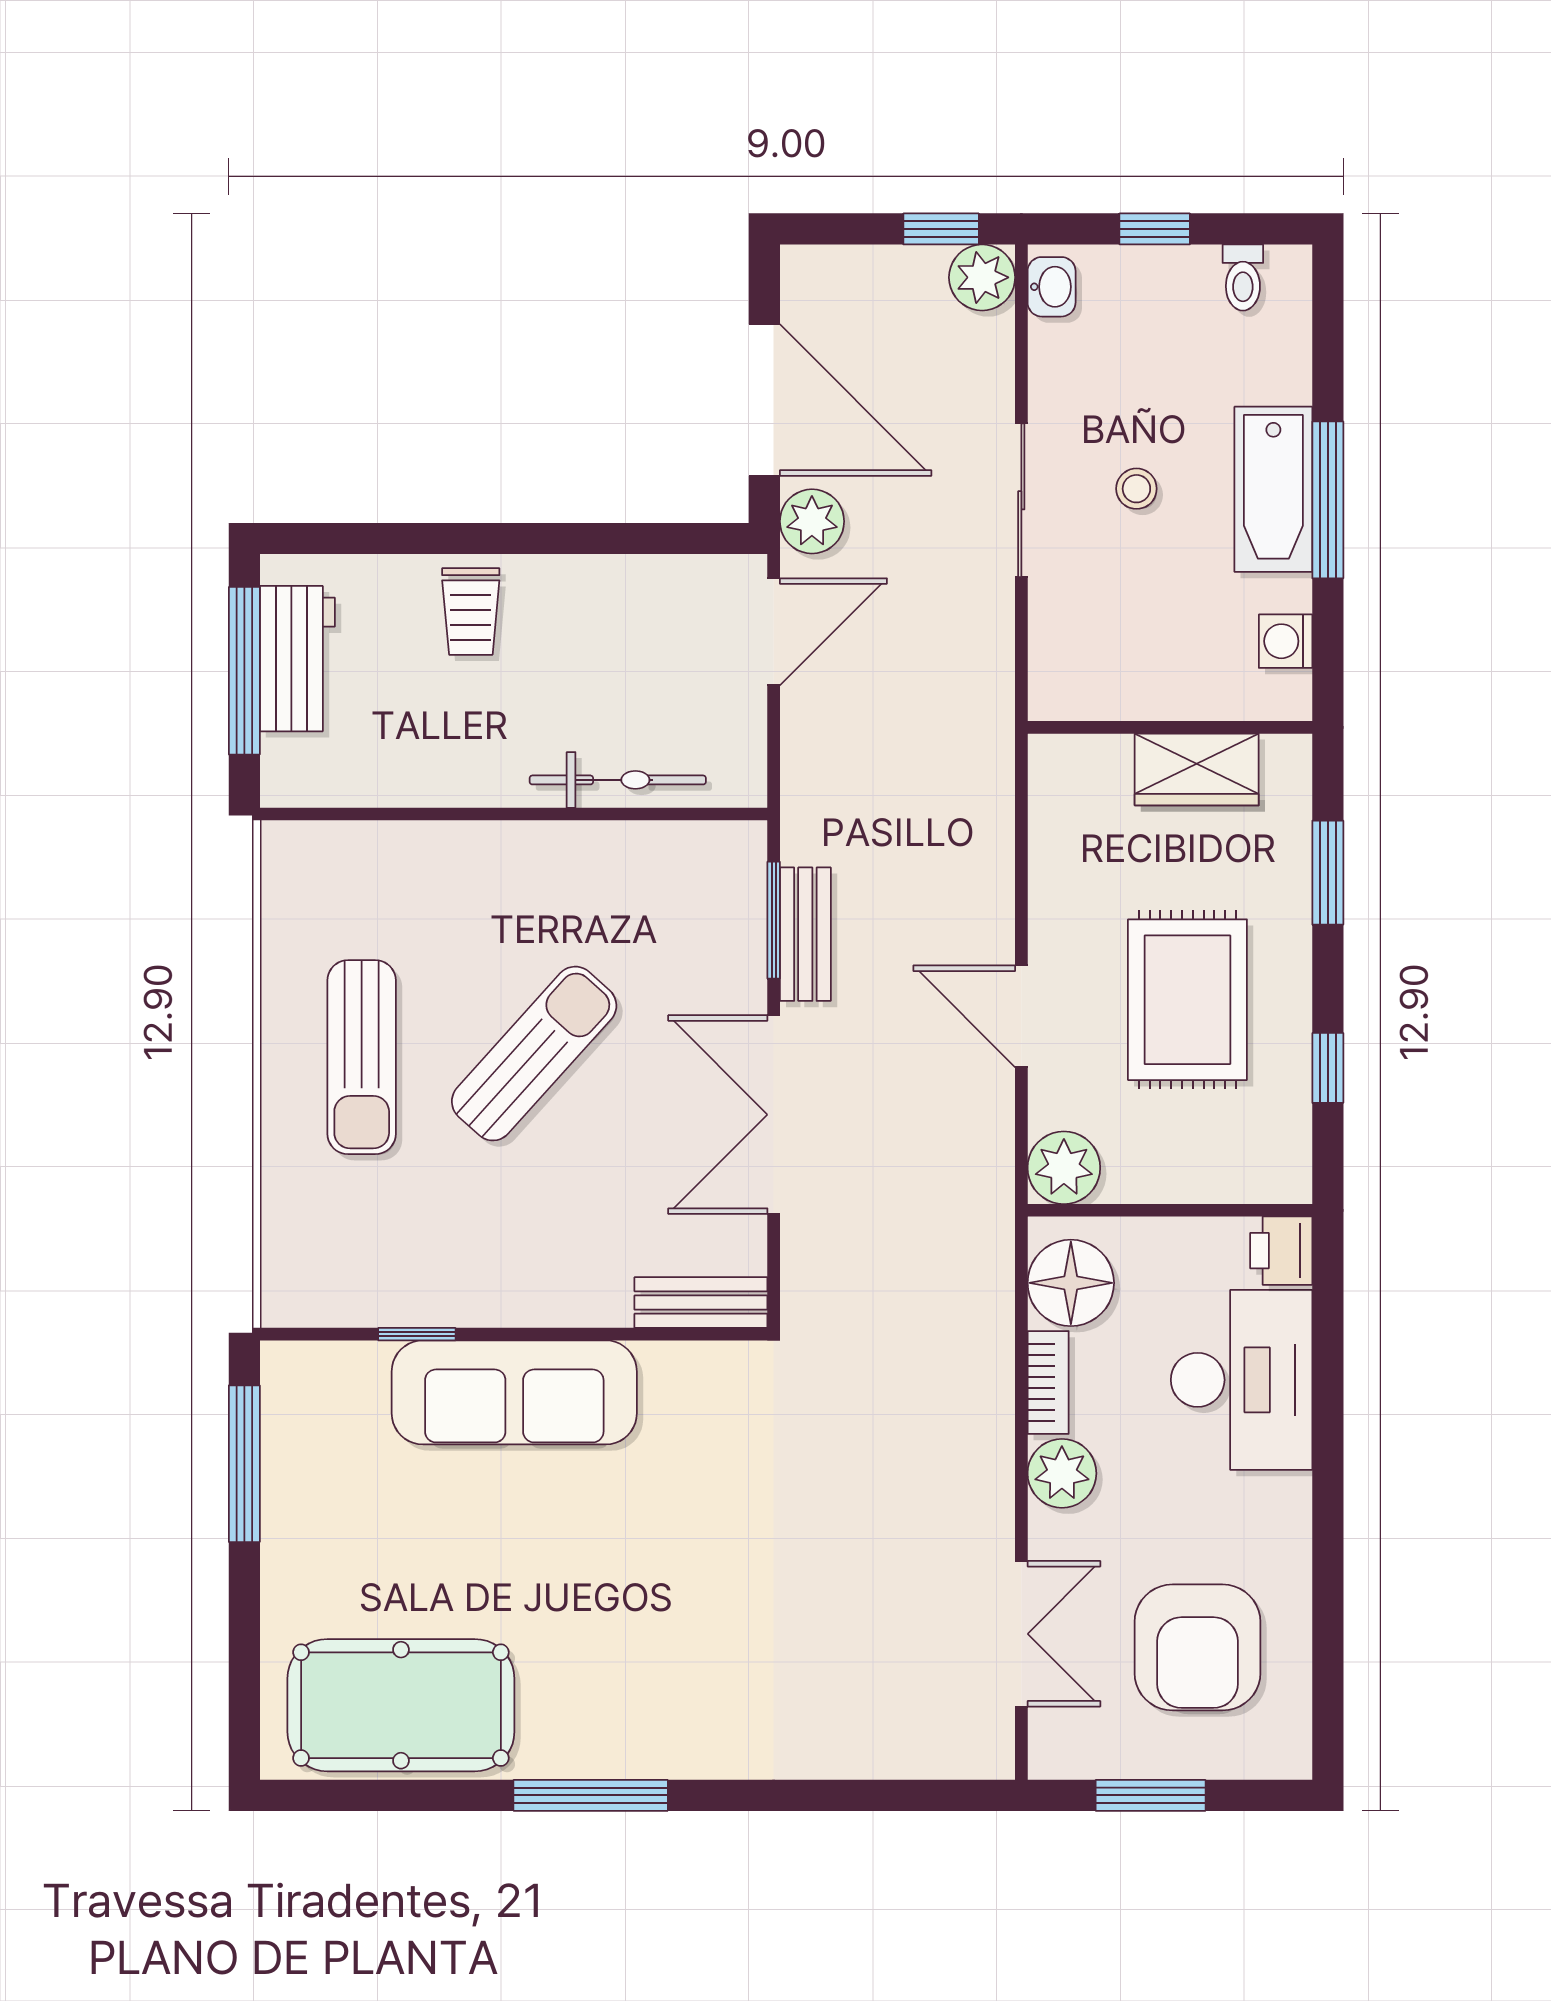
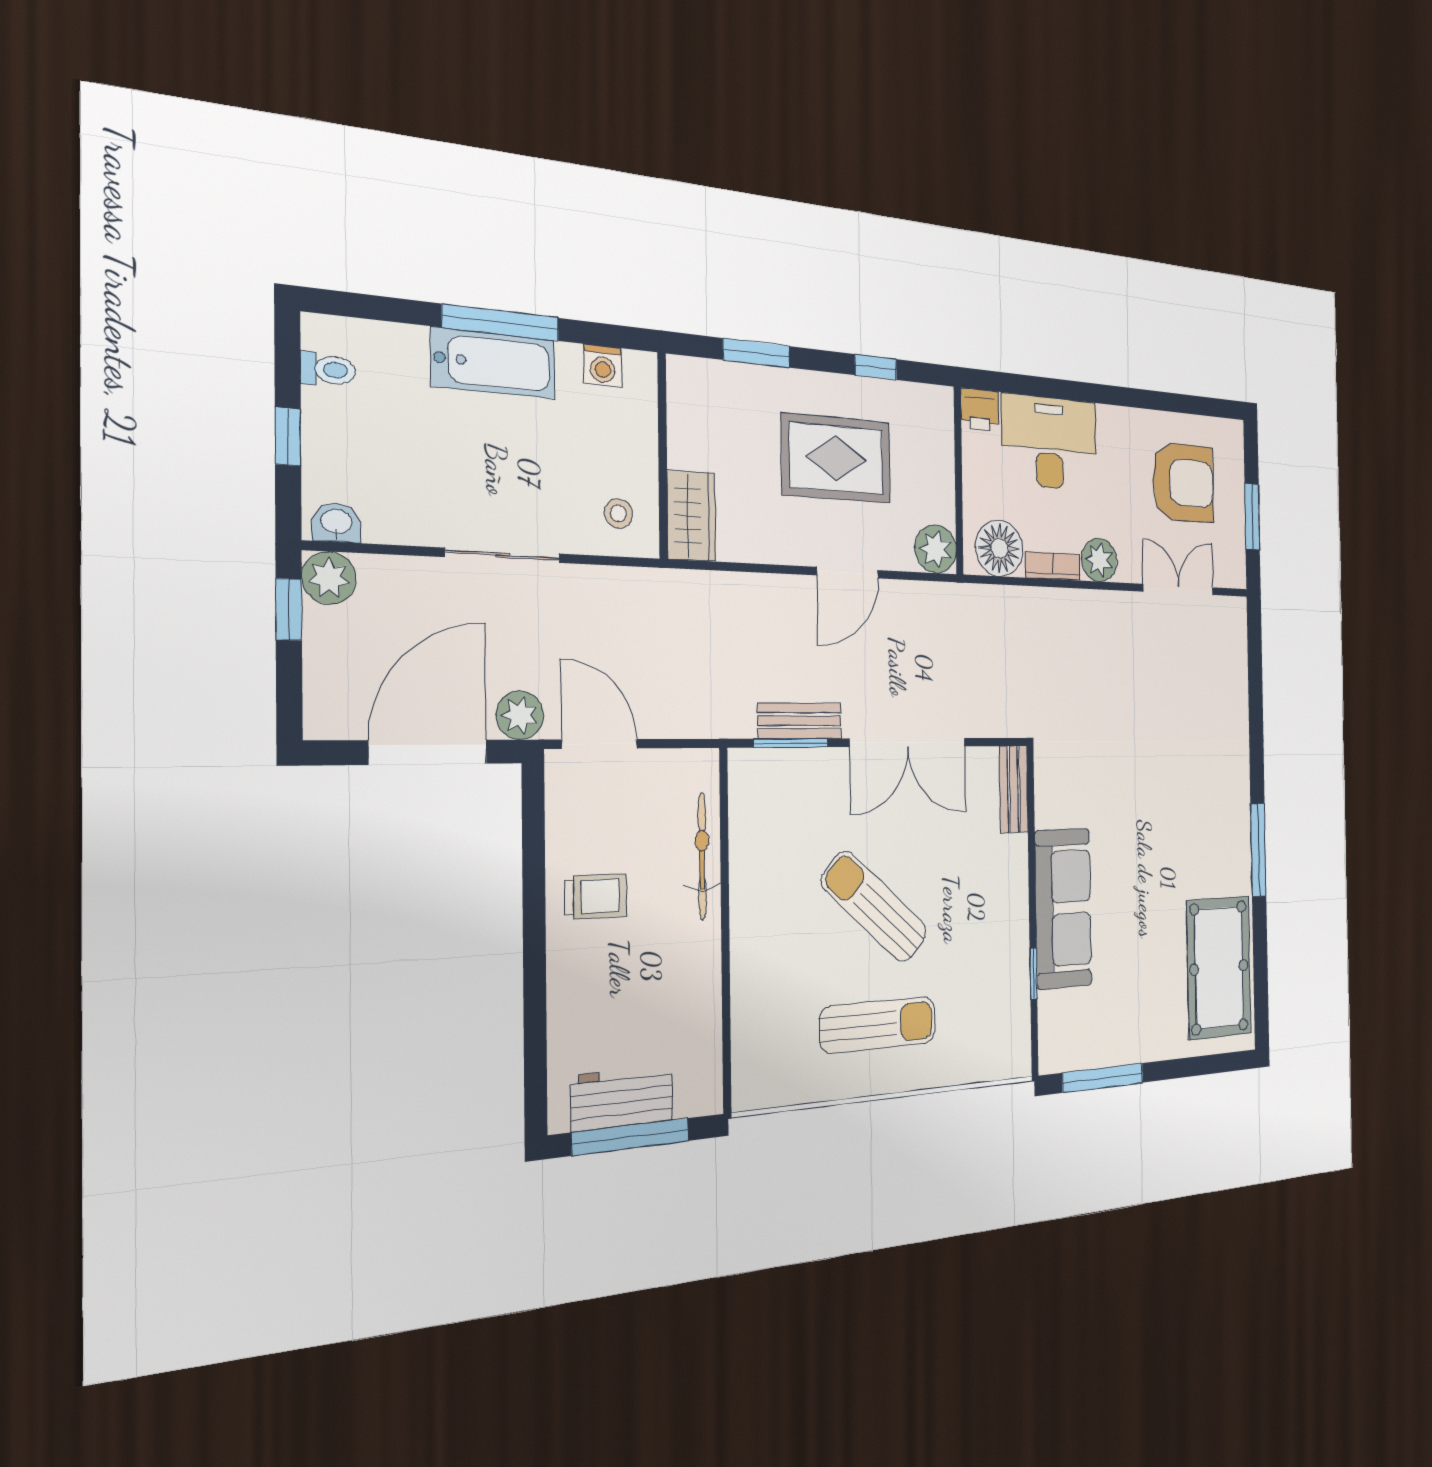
stool: (1136, 489) -> (618, 513), moved
trolley: (471, 612) -> (596, 896), moved
wardrobe: (1197, 770) -> (691, 516), moved

